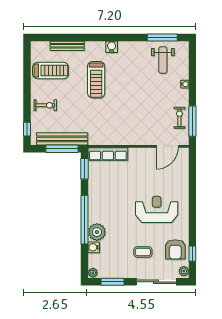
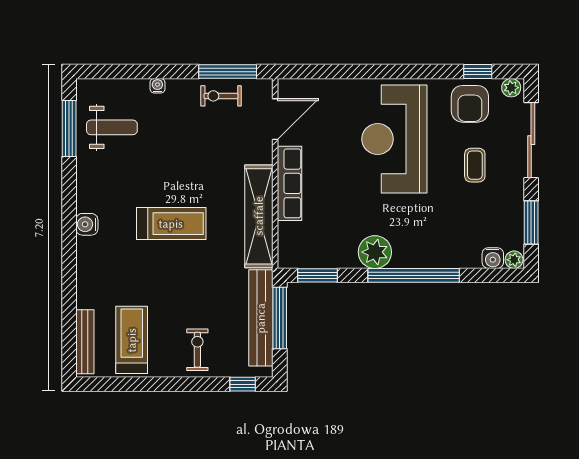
bench: (67, 46) -> (85, 342), moved
treadmill: (96, 80) -> (171, 224), moved
shelving: (116, 138) -> (259, 216), added
door: (167, 146) -> (275, 119), hinge flipped
row of seats: (108, 154) -> (290, 183), moved
reception desk: (157, 209) -> (394, 139), width x1.36, depth x1.30
plant: (97, 232) -> (375, 252), moved
water cooler: (94, 247) -> (493, 258), moved
armchair: (175, 249) -> (470, 104), turned 90

